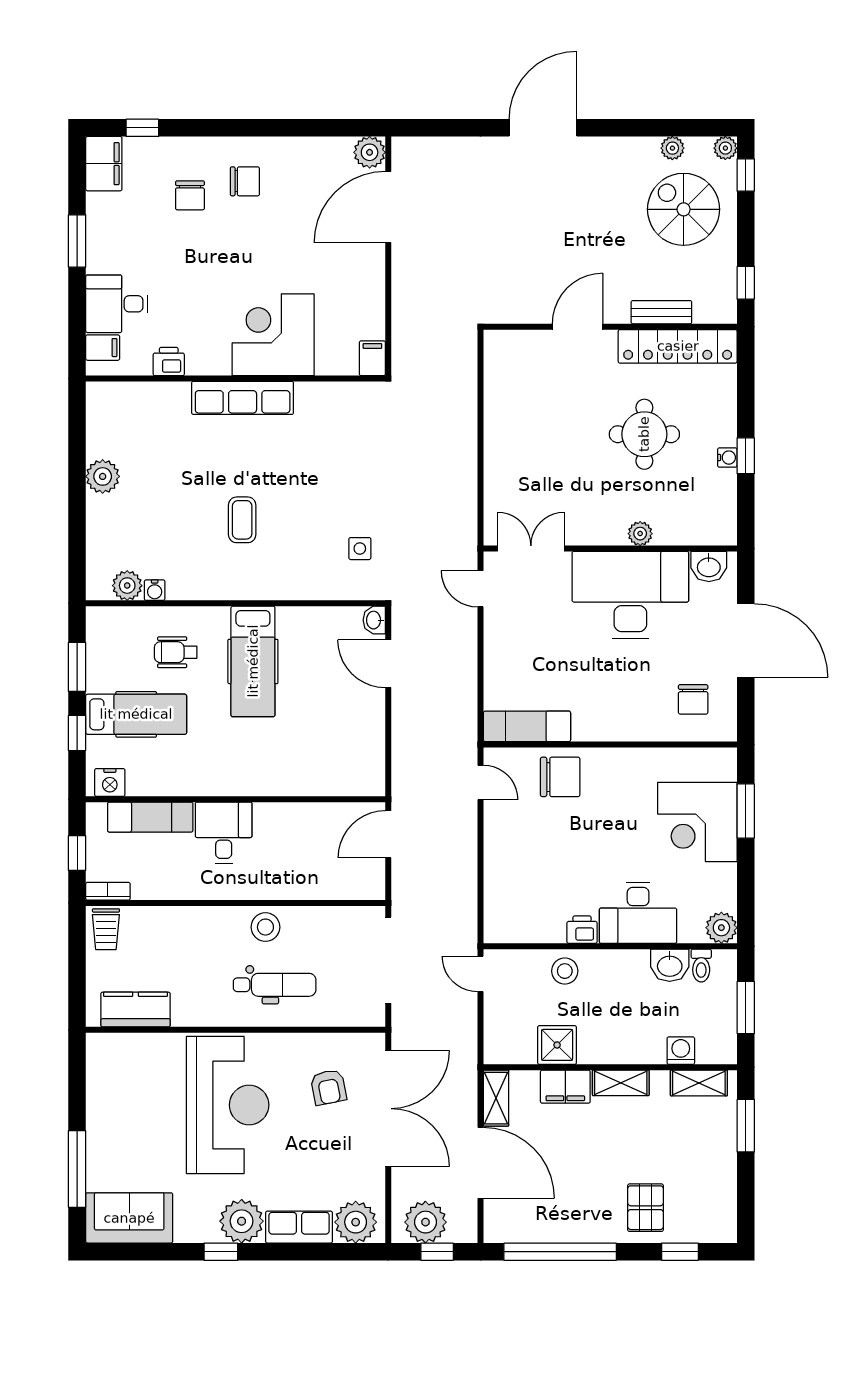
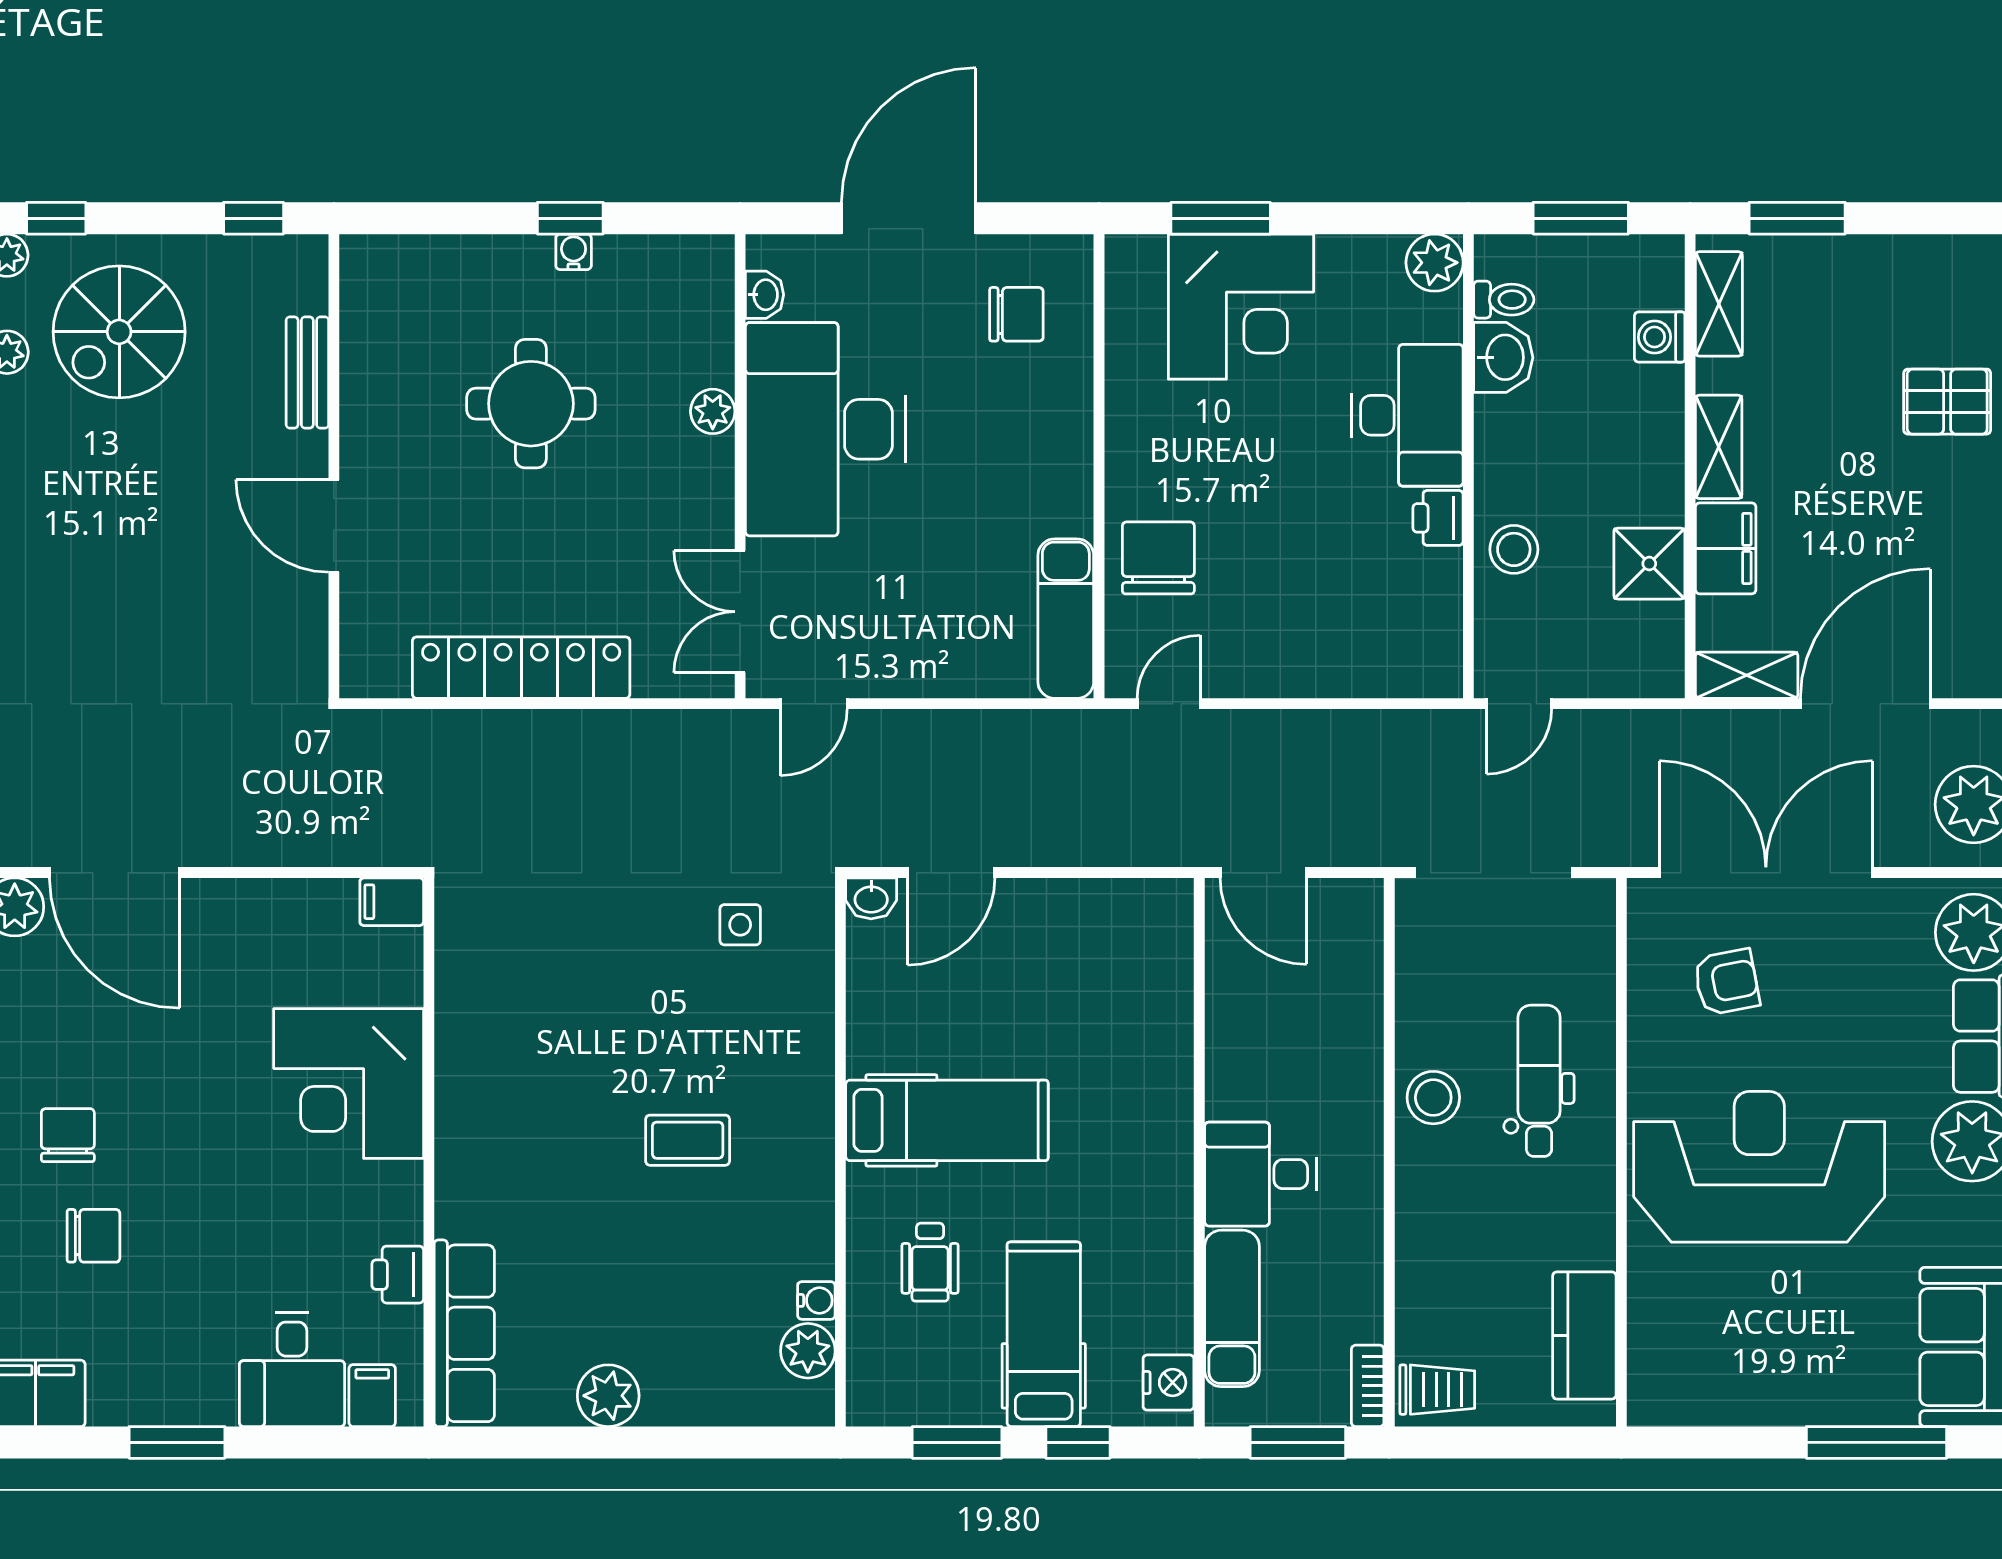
locker: (678, 346) -> (521, 668), moved, turned -90
row of seats: (243, 398) -> (464, 1333), moved
washbasin: (709, 566) -> (765, 295), width x0.72, depth x0.69
window: (77, 853) -> (1298, 1442), width x1.50

